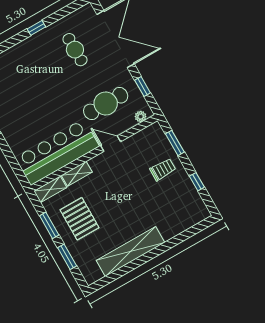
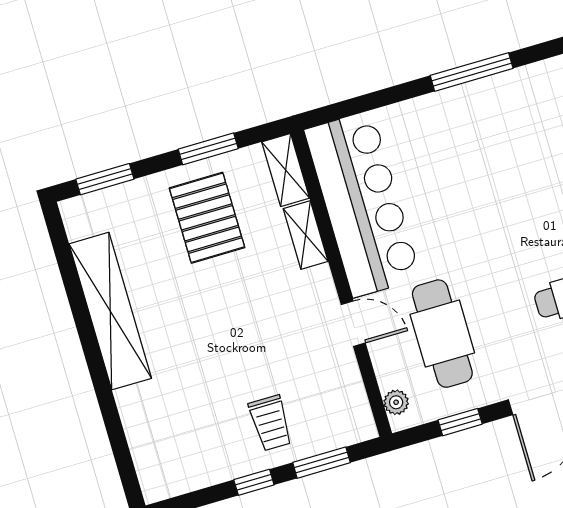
door: (111, 144) -> (353, 324), hinge flipped
window: (197, 182) -> (254, 482), moved
pallet: (79, 219) -> (207, 218), turned 90
window: (67, 257) -> (105, 179), moved

